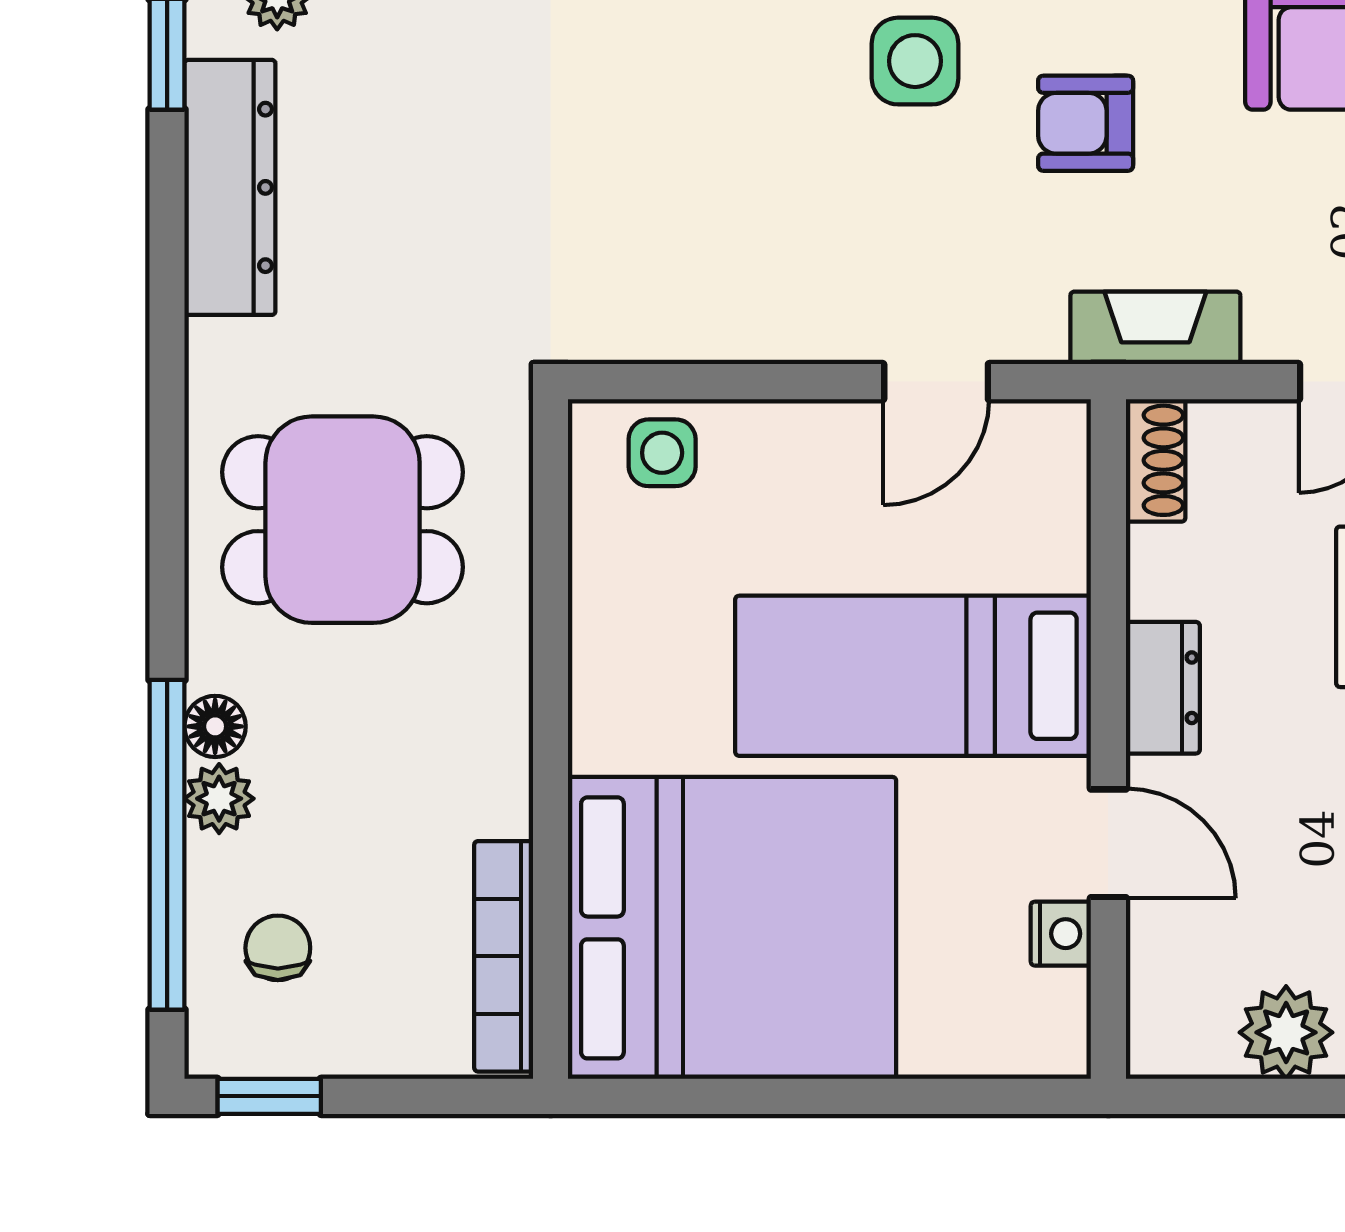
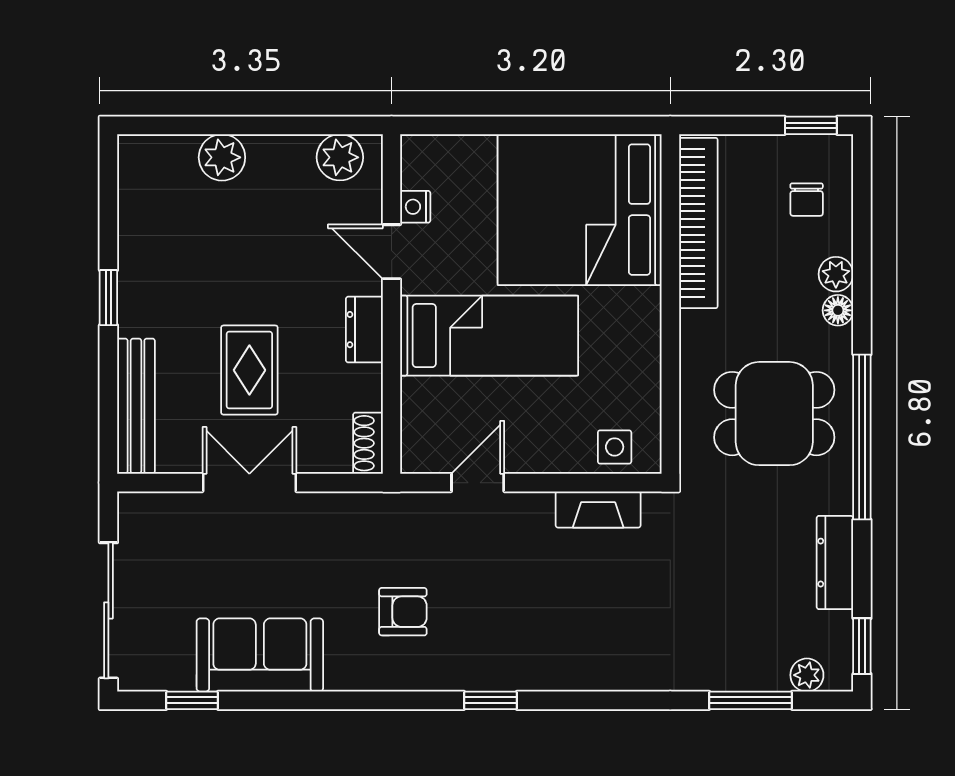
side table: (915, 61) -> (488, 643), removed
dresser: (230, 187) -> (835, 563), width x0.73, depth x0.80
fireplace: (1155, 328) -> (598, 509), moved
window: (167, 845) -> (862, 437), moved
bookcase: (504, 956) -> (698, 223), width x1.48, depth x1.31
plant: (1286, 1032) -> (340, 157), moved

